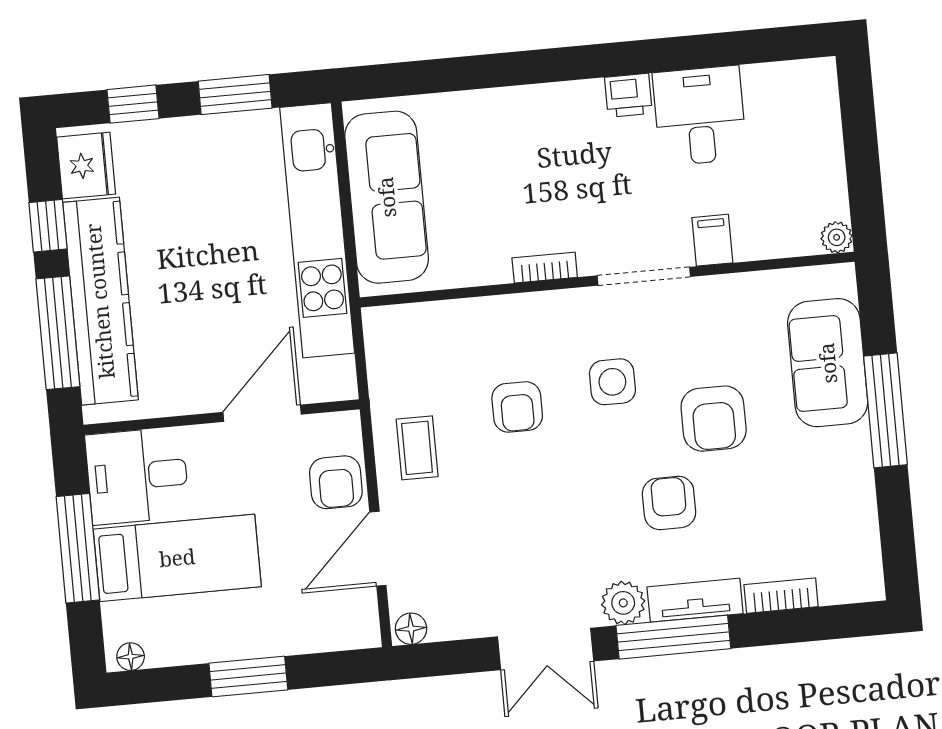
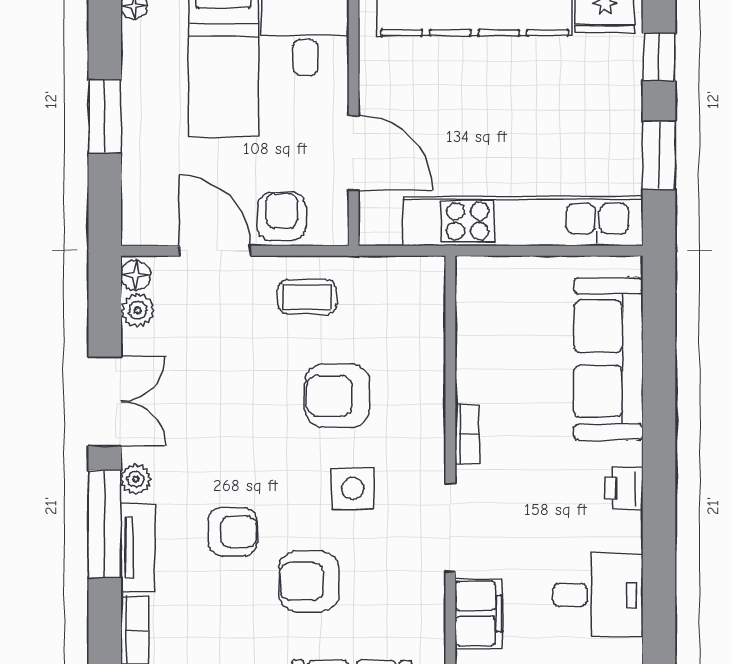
printer: (628, 95) -> (624, 489), moved
sofa: (387, 197) -> (608, 359), moved, turned 90
filing cabinet: (712, 240) -> (478, 613), width x2.00
armchair: (517, 407) -> (337, 396), width x1.38, depth x1.38
armchair: (336, 482) -> (282, 217), turned 90
plant: (623, 603) -> (136, 479), width x0.73, depth x0.73
plant: (447, 623) -> (138, 310), added
double door: (546, 649) -> (105, 401), swing flipped

